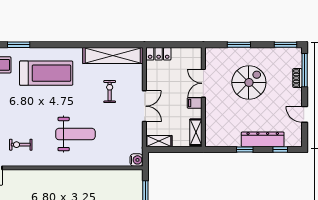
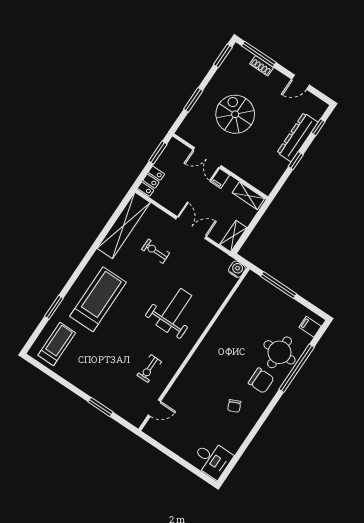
window: (183, 45) -> (158, 153), added

